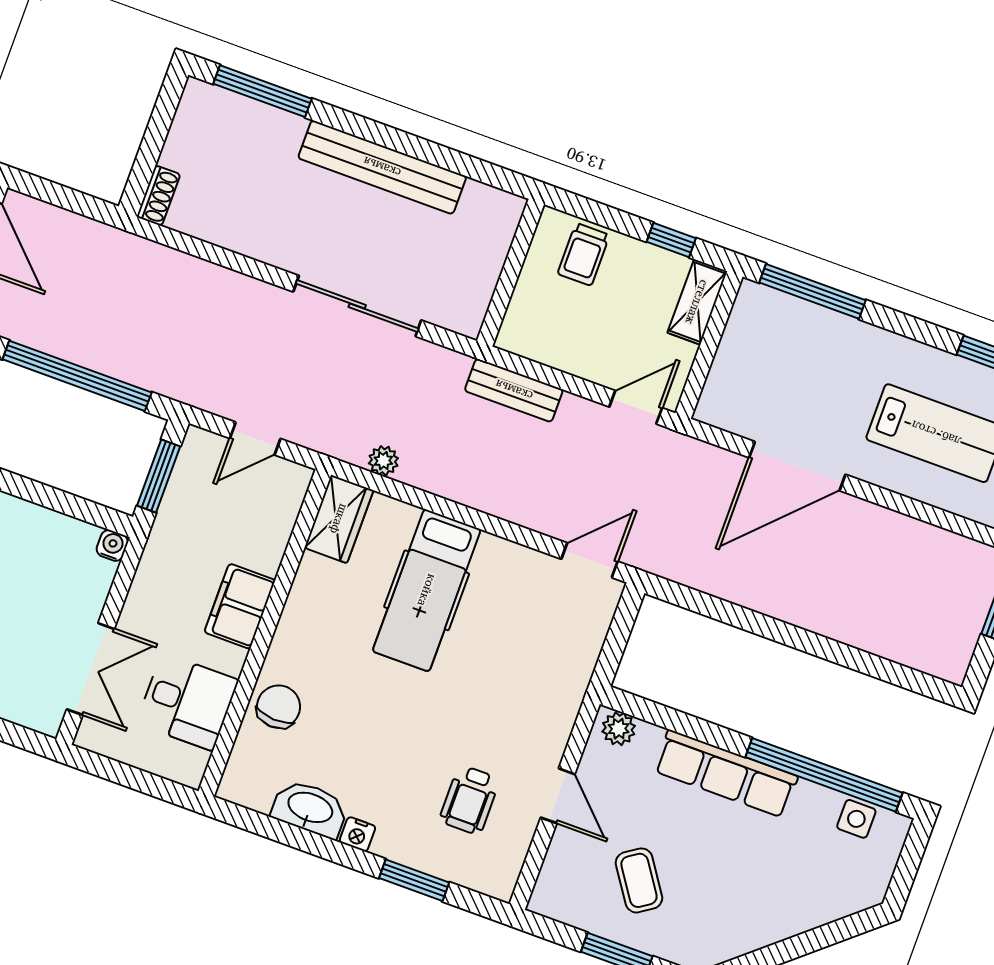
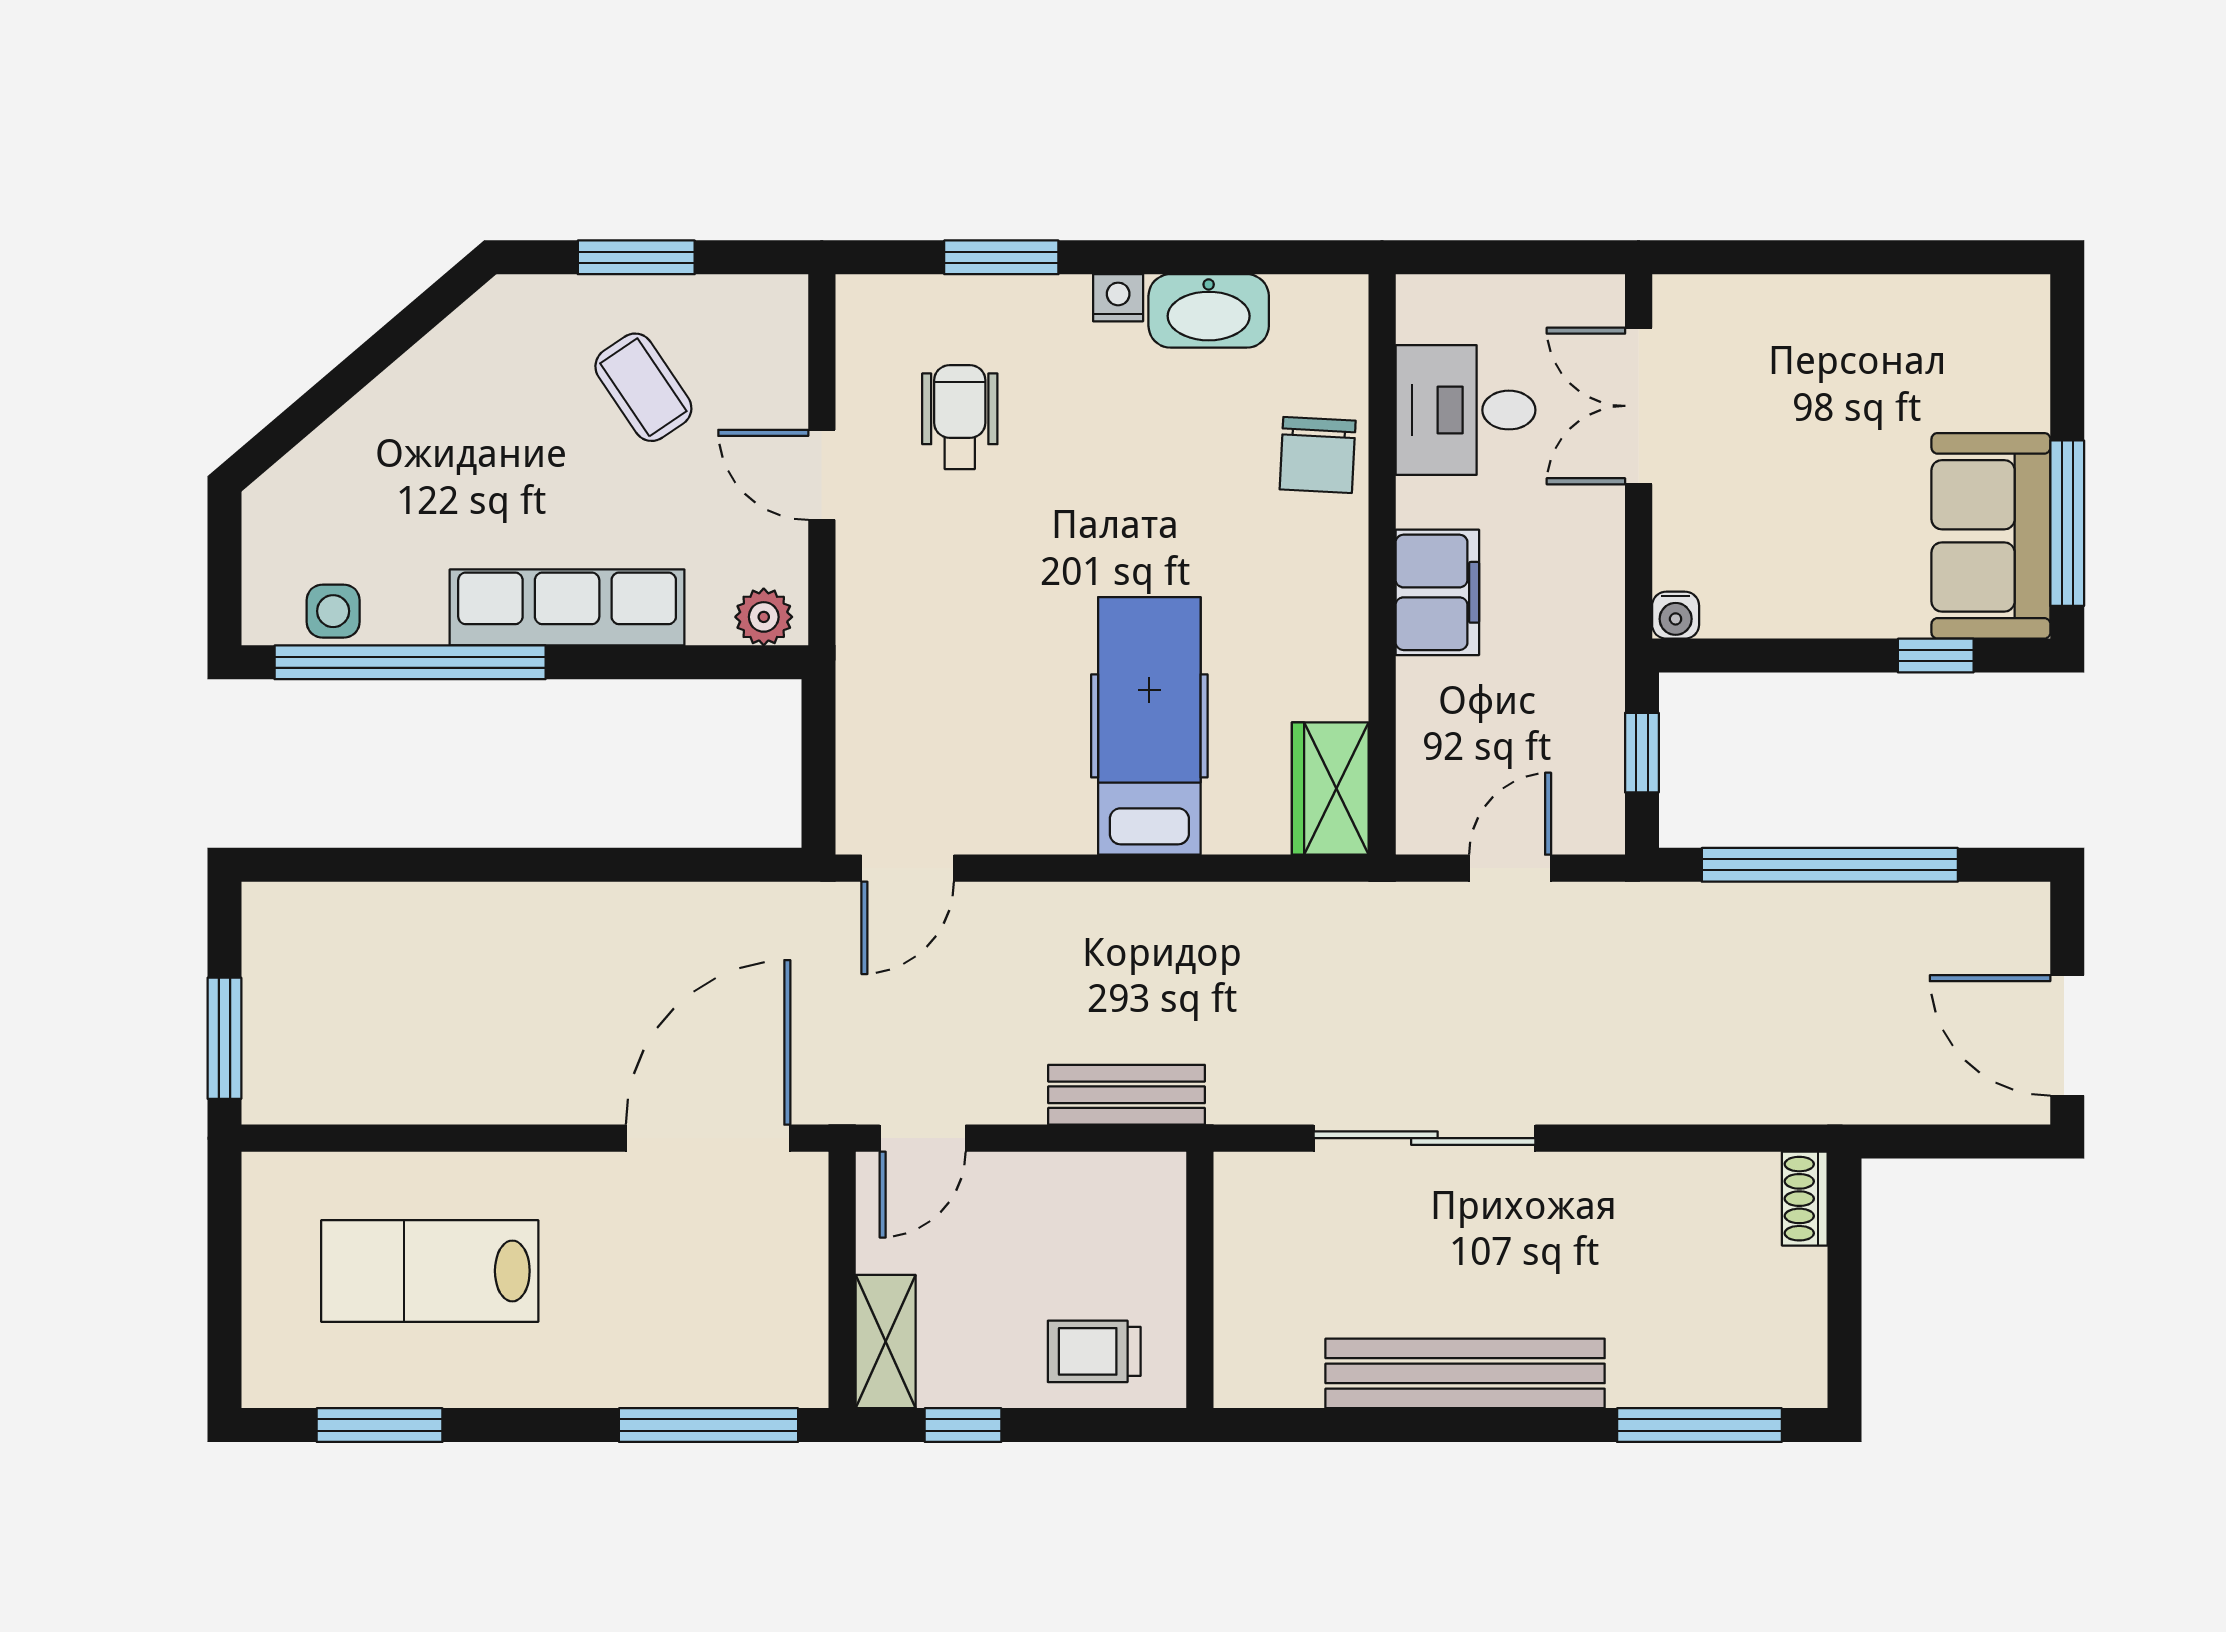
trolley: (584, 254) -> (1094, 1351), turned -90
plant: (383, 461) -> (1293, 907), removed
door: (797, 466) -> (708, 1138), moved
window: (159, 476) -> (1642, 753), width x0.67

